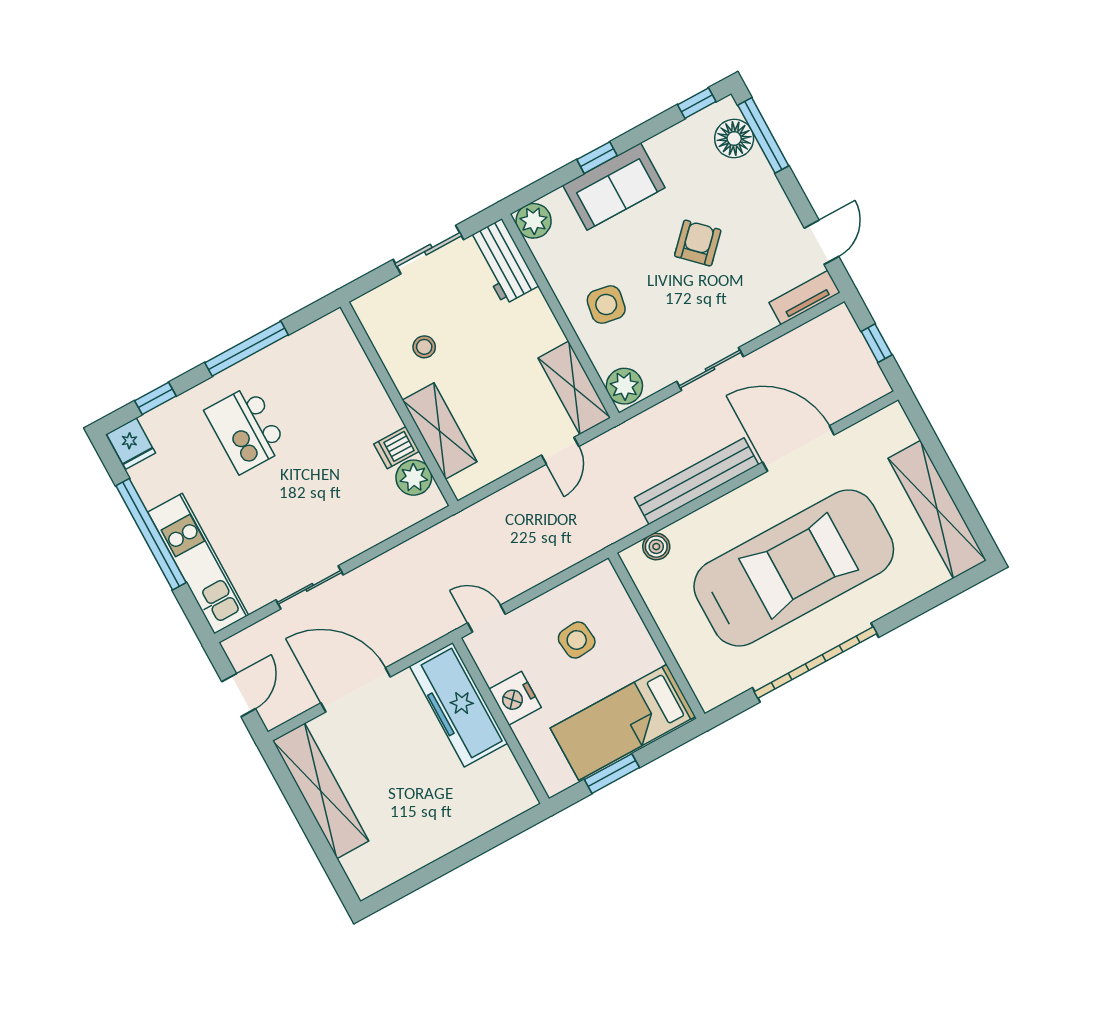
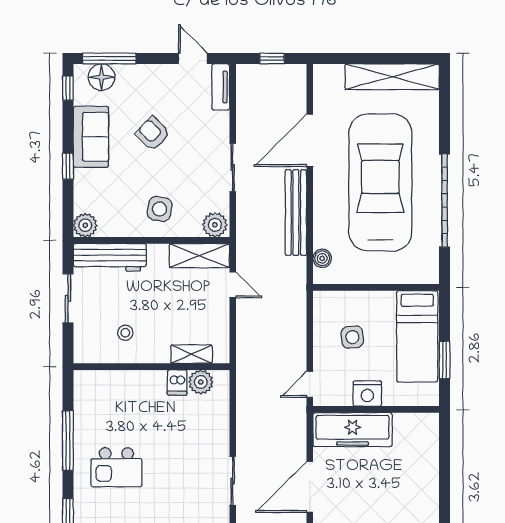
sofa: (614, 187) -> (91, 137), moved
workbench: (503, 262) -> (110, 257), width x1.38
shelving: (440, 431) -> (192, 354), width x0.67, depth x0.75

